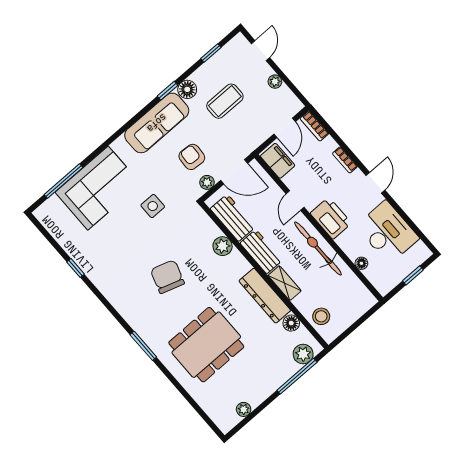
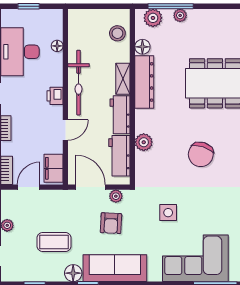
printer: (331, 218) -> (55, 96), width x0.53, depth x0.68
plant: (244, 409) -> (180, 15), moved

